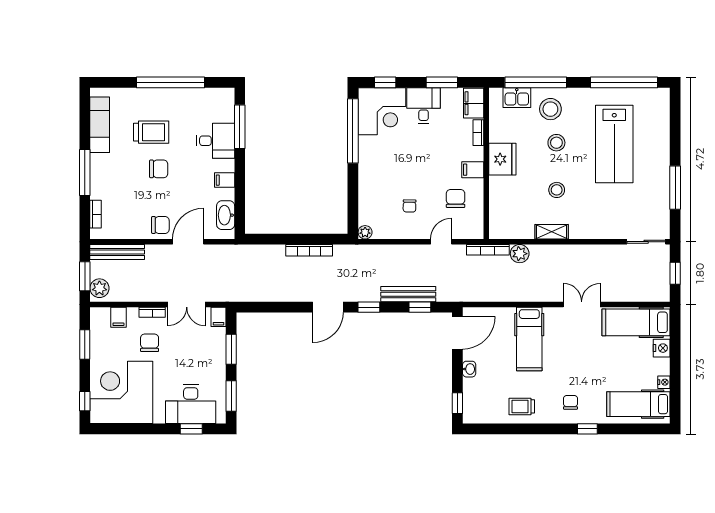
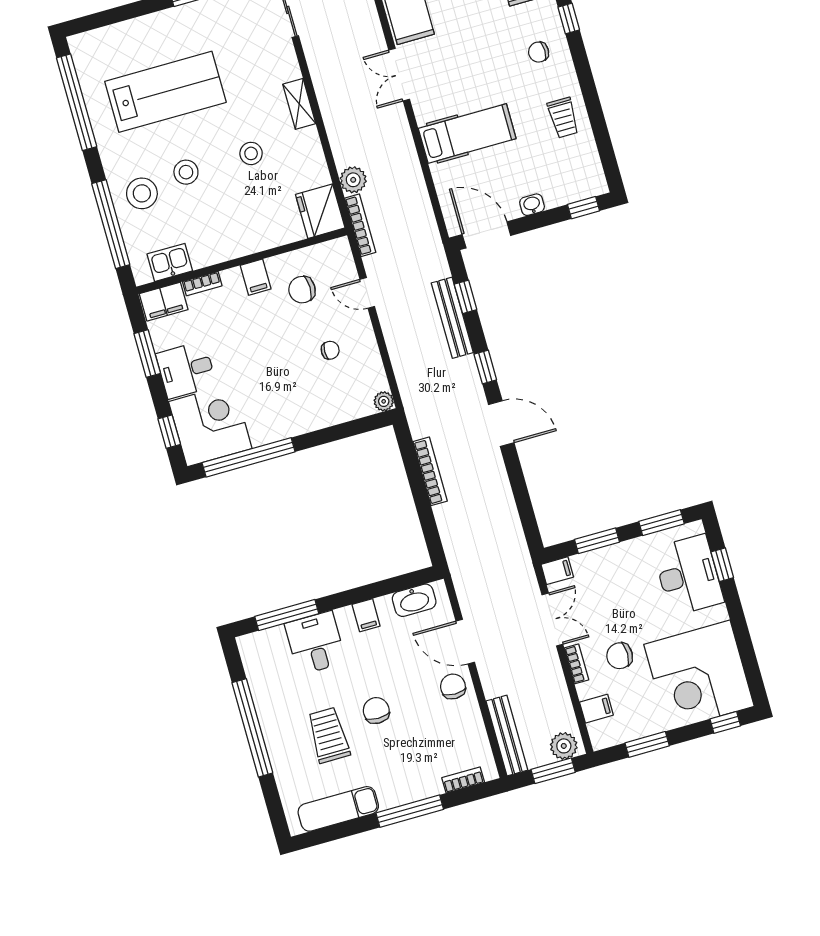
kitchen sink: (517, 98) -> (170, 262), moved, turned -90
fridge: (502, 159) -> (320, 211), moved, turned -90
shelving: (552, 232) -> (299, 104), moved

